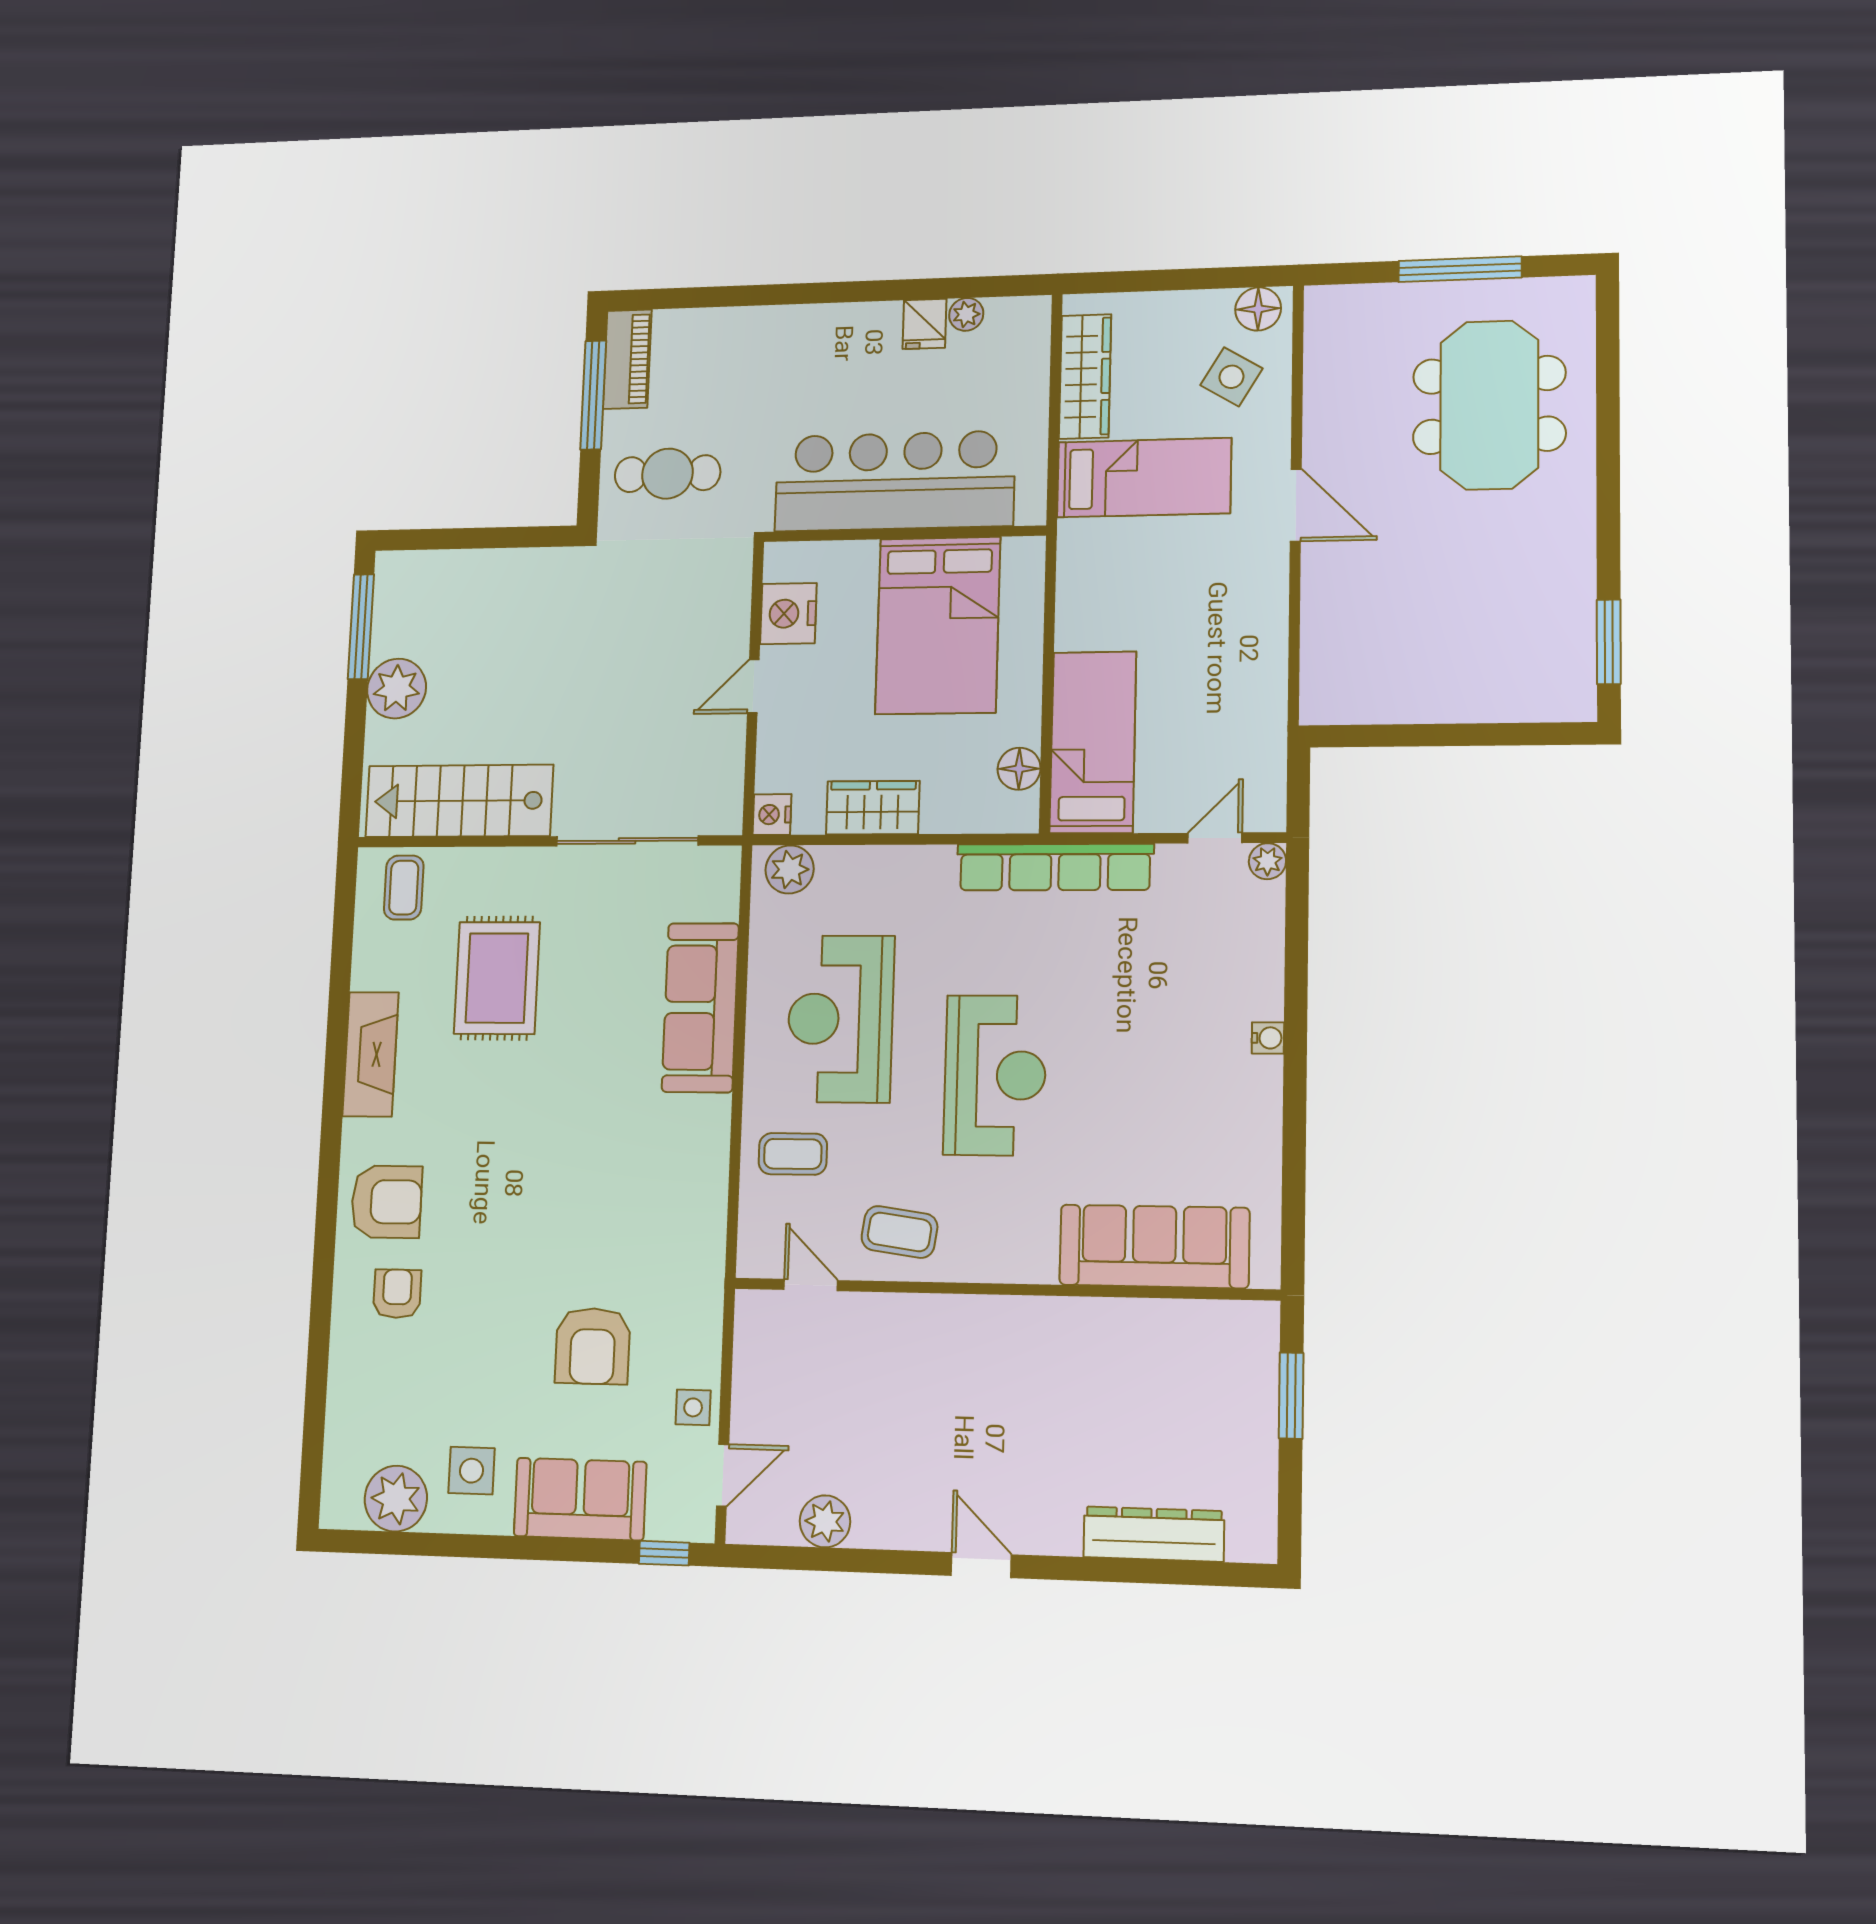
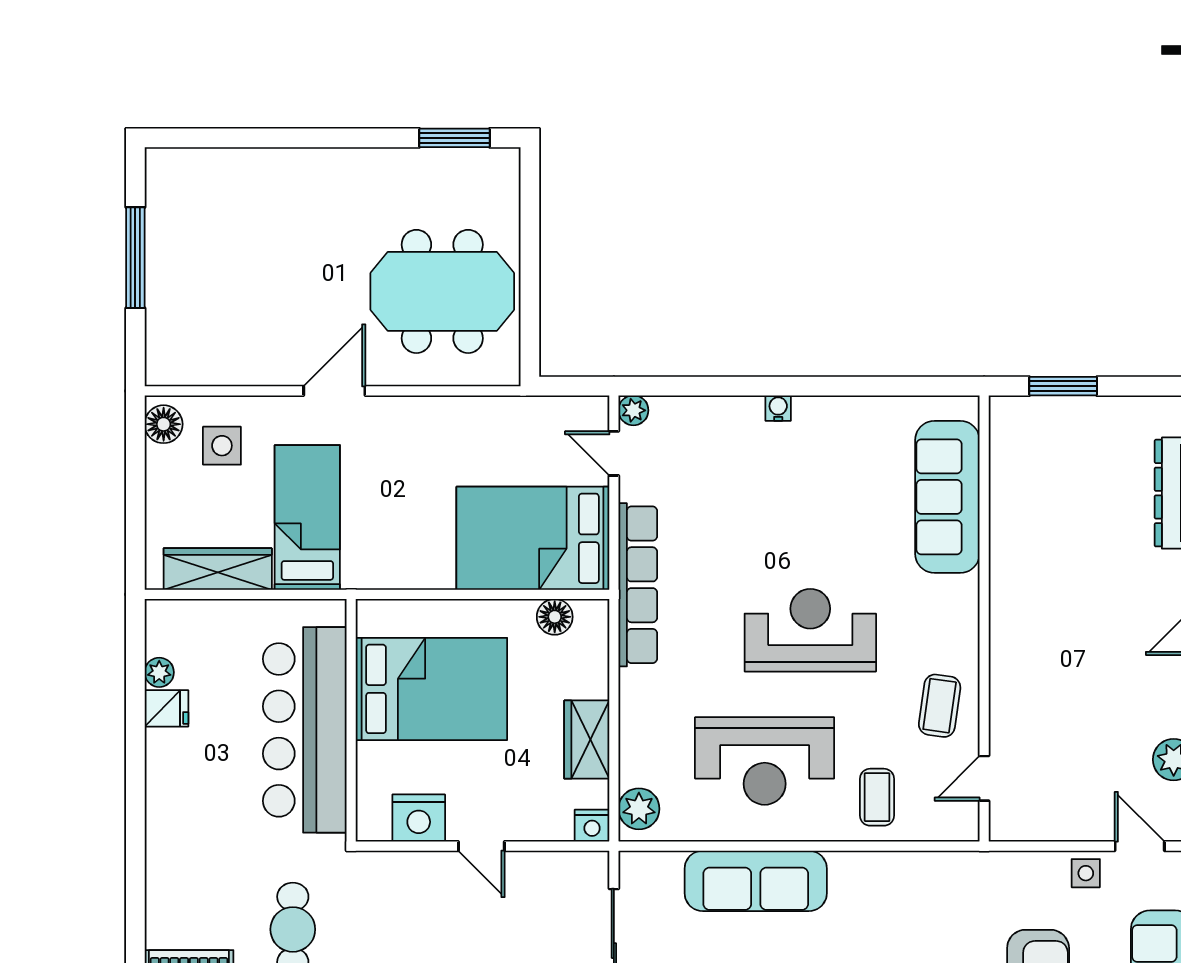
side table: (1231, 377) -> (222, 446), turned -31
meeting table: (1489, 405) -> (442, 291), moved
bed: (1093, 742) -> (533, 538), width x1.50

